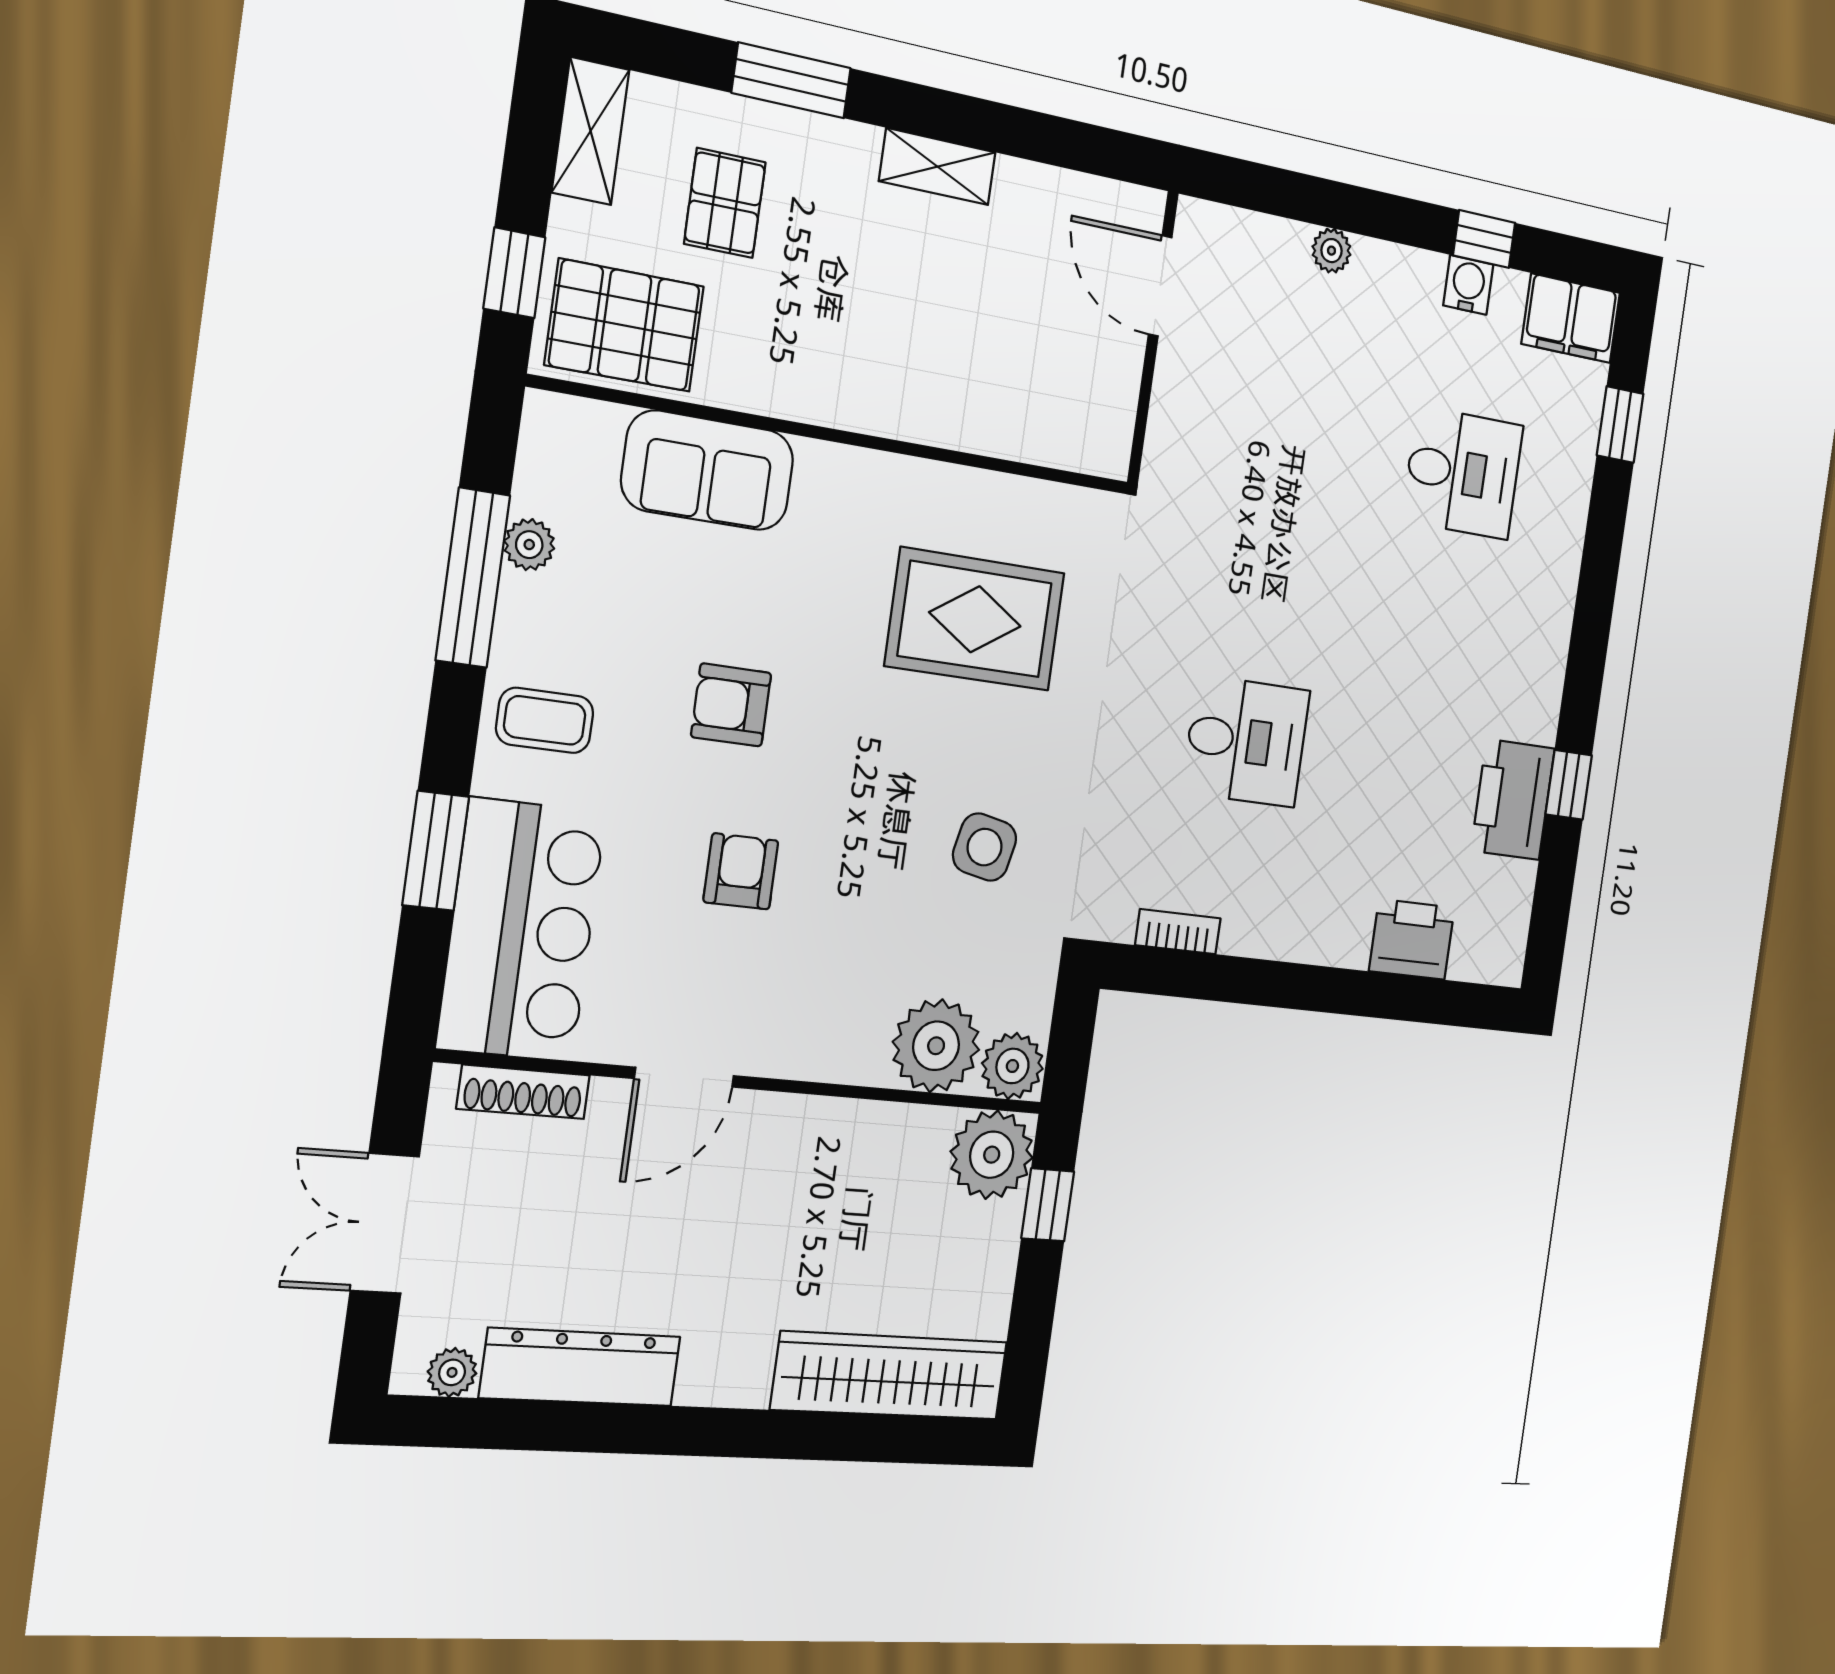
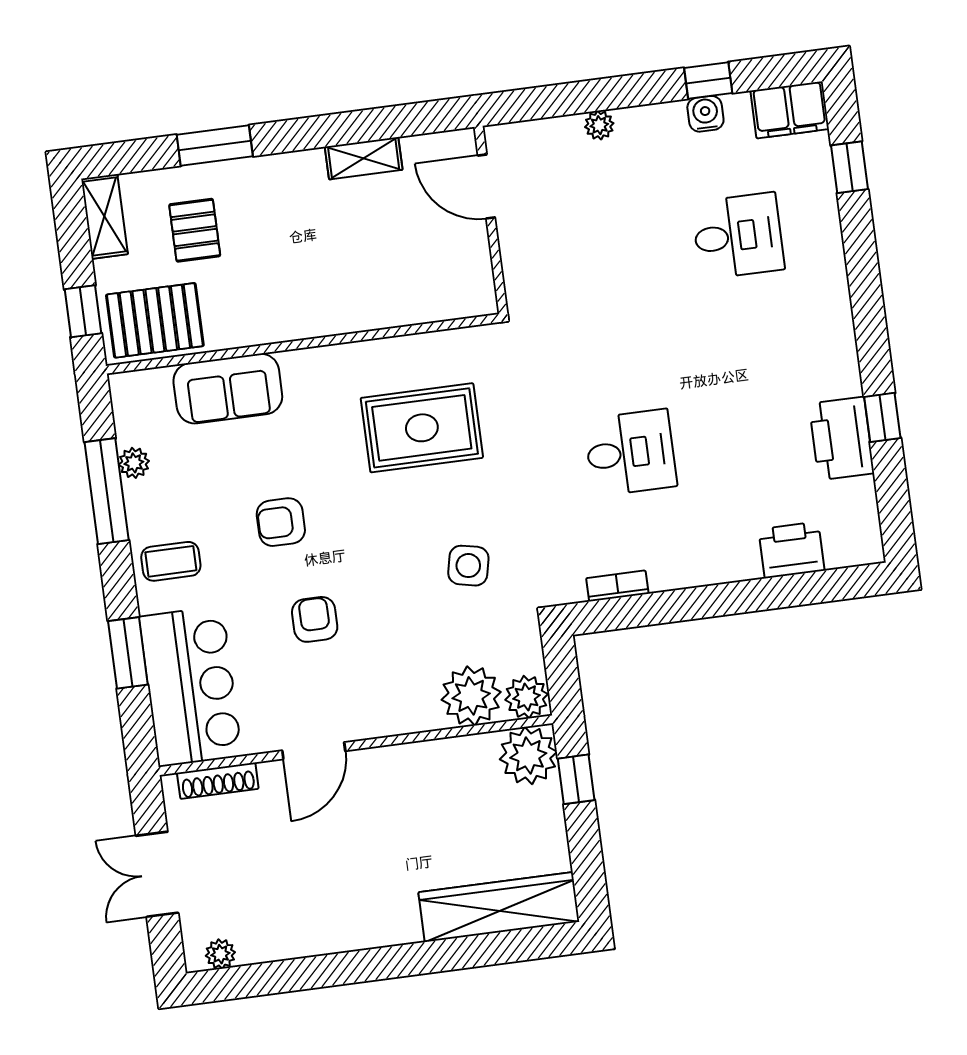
shelving: (937, 167) -> (364, 158), moved
dresser: (580, 1367) -> (298, 937), removed

